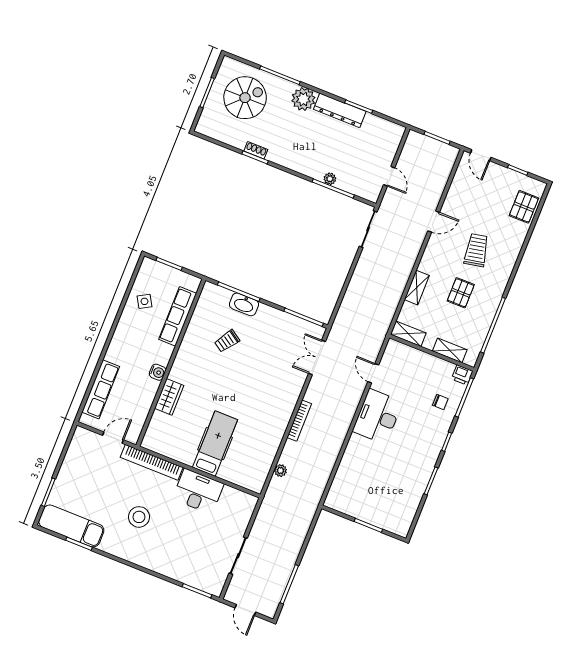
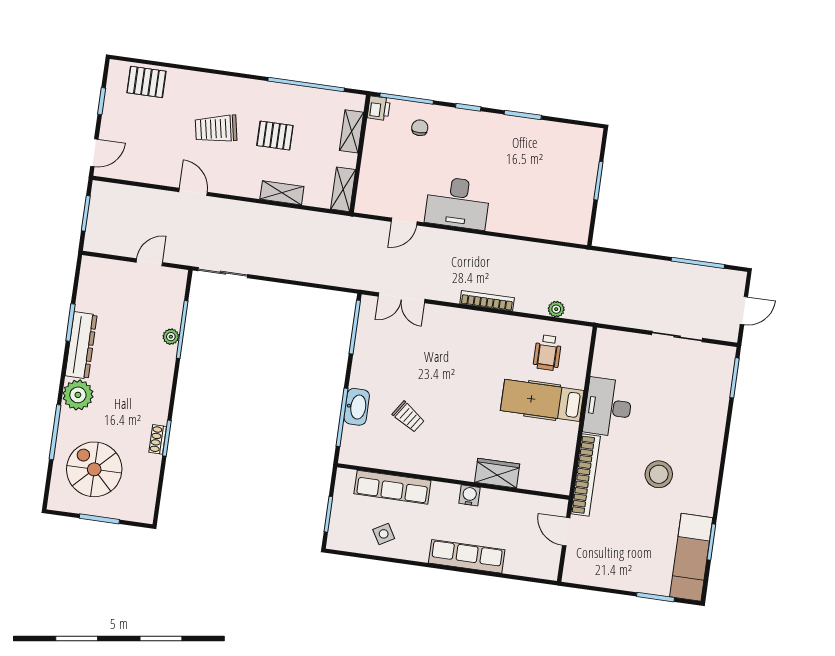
row of seats: (101, 389) -> (467, 556), moved
wheelchair: (250, 456) -> (547, 353), added

